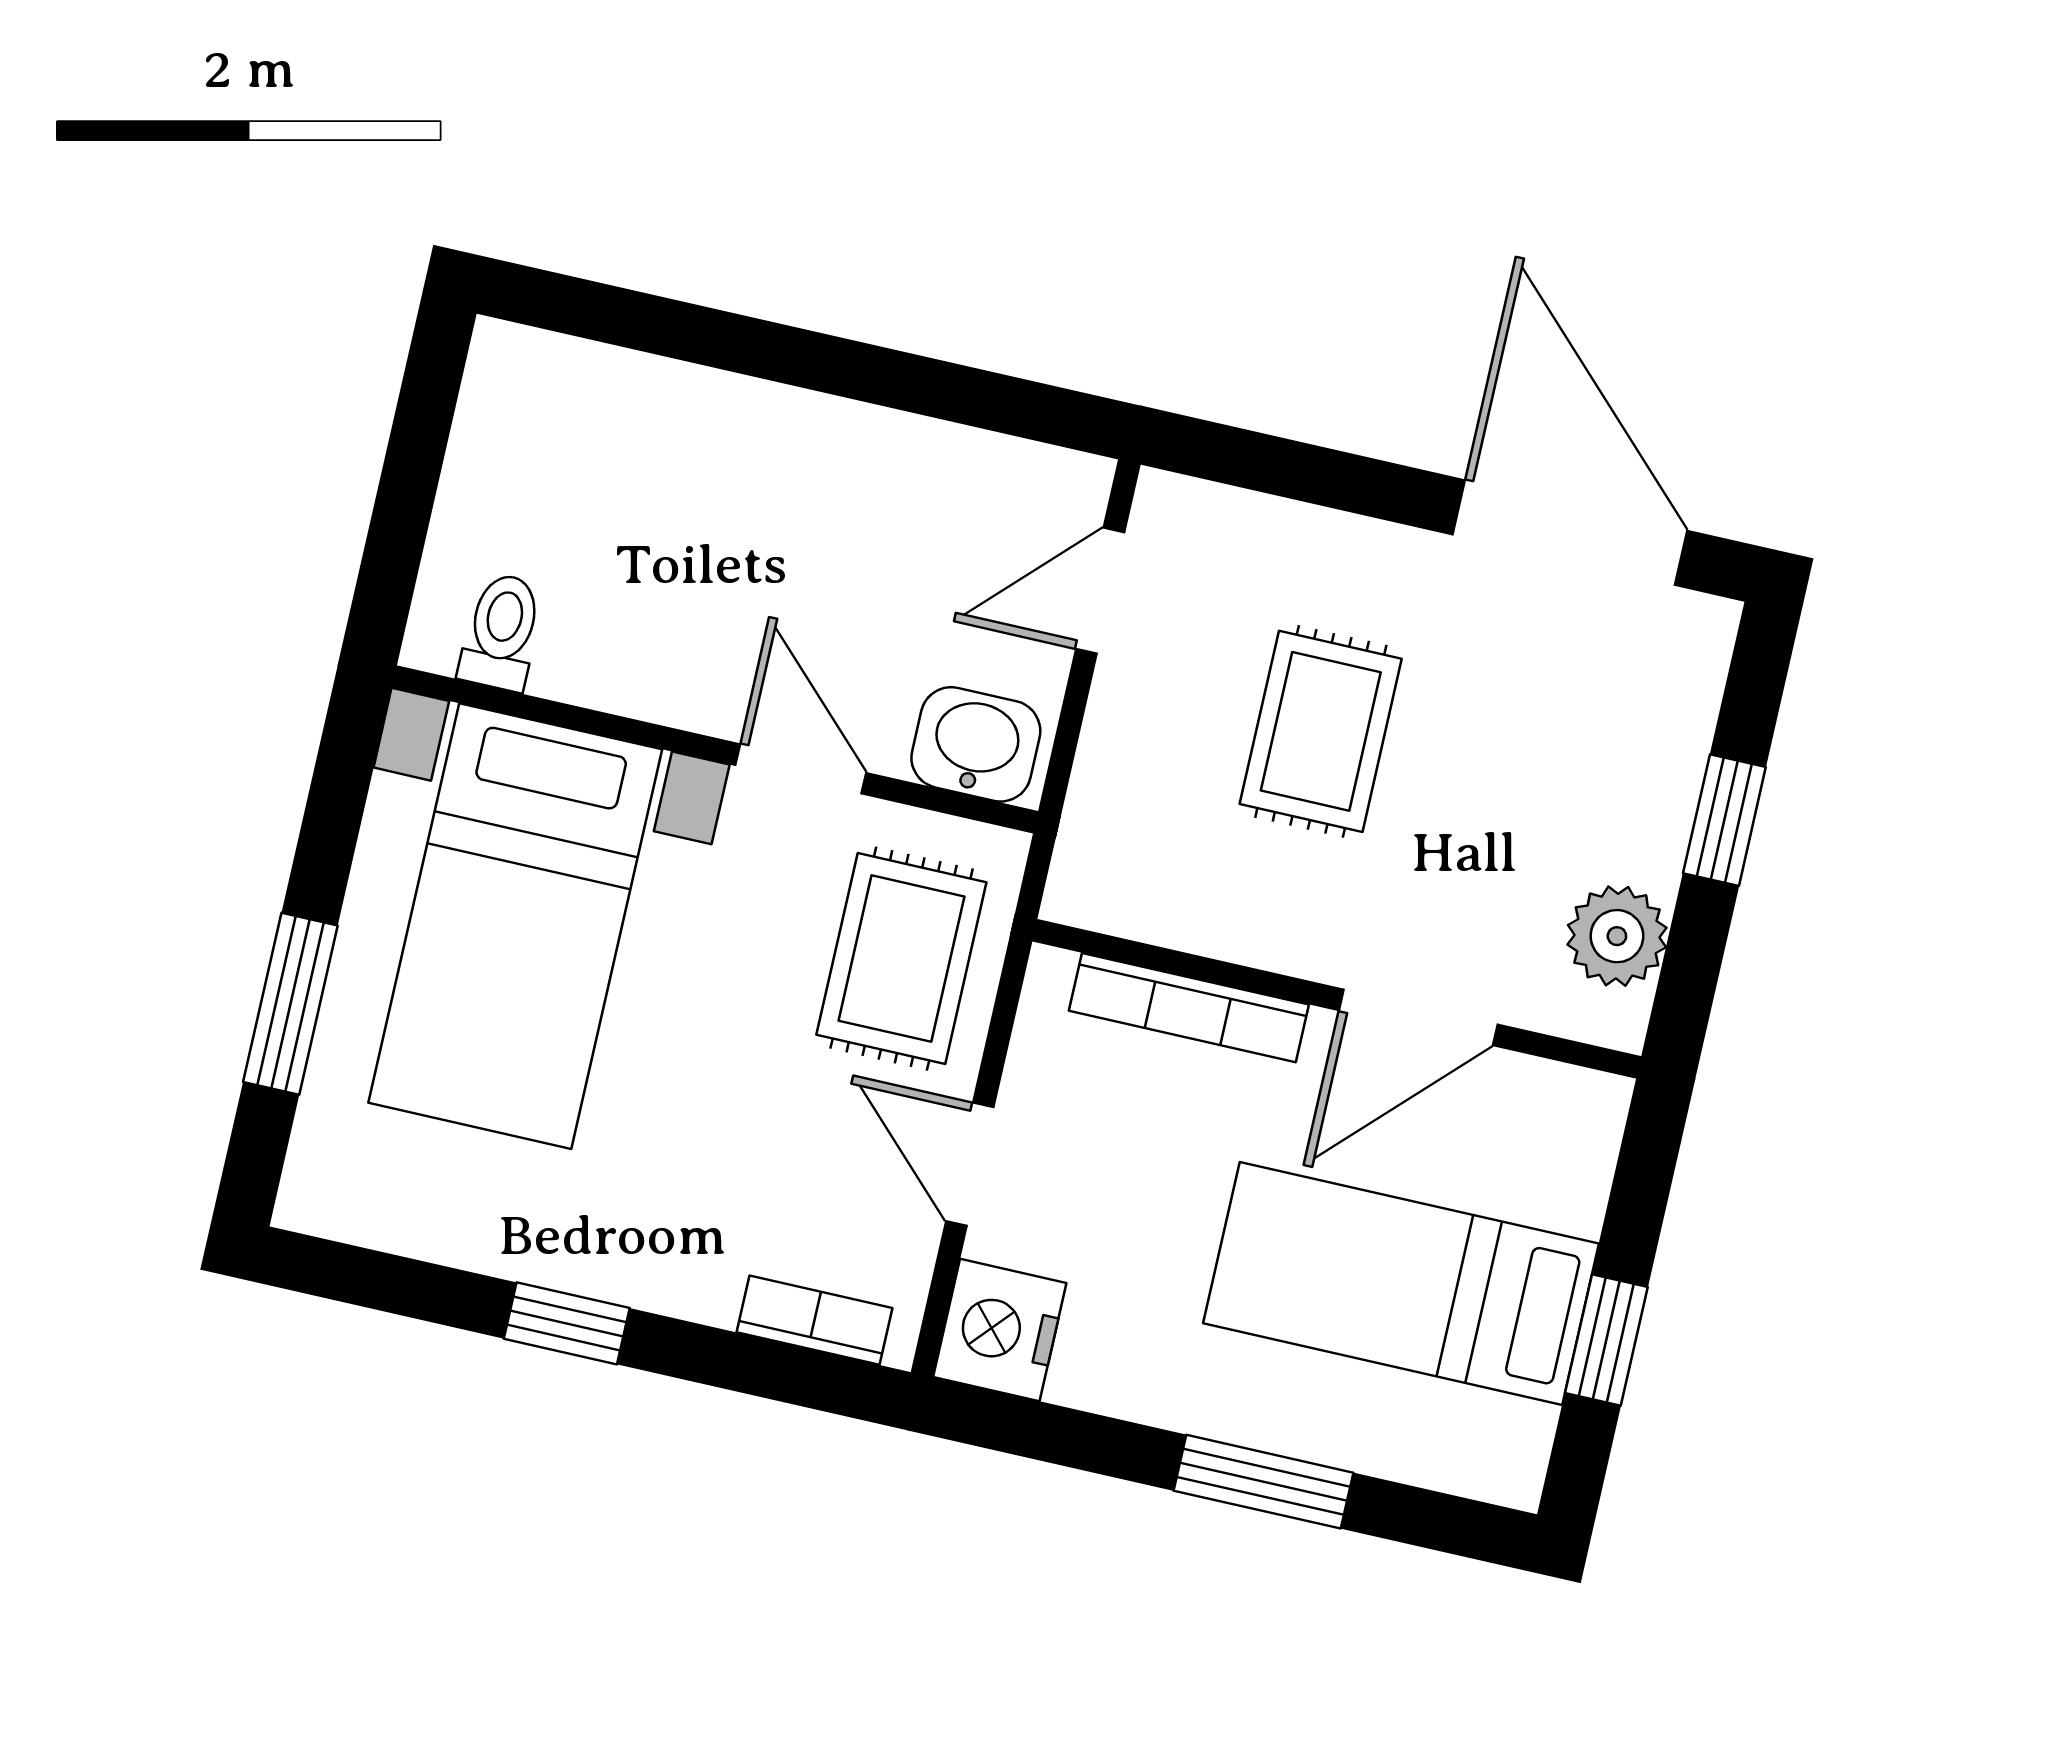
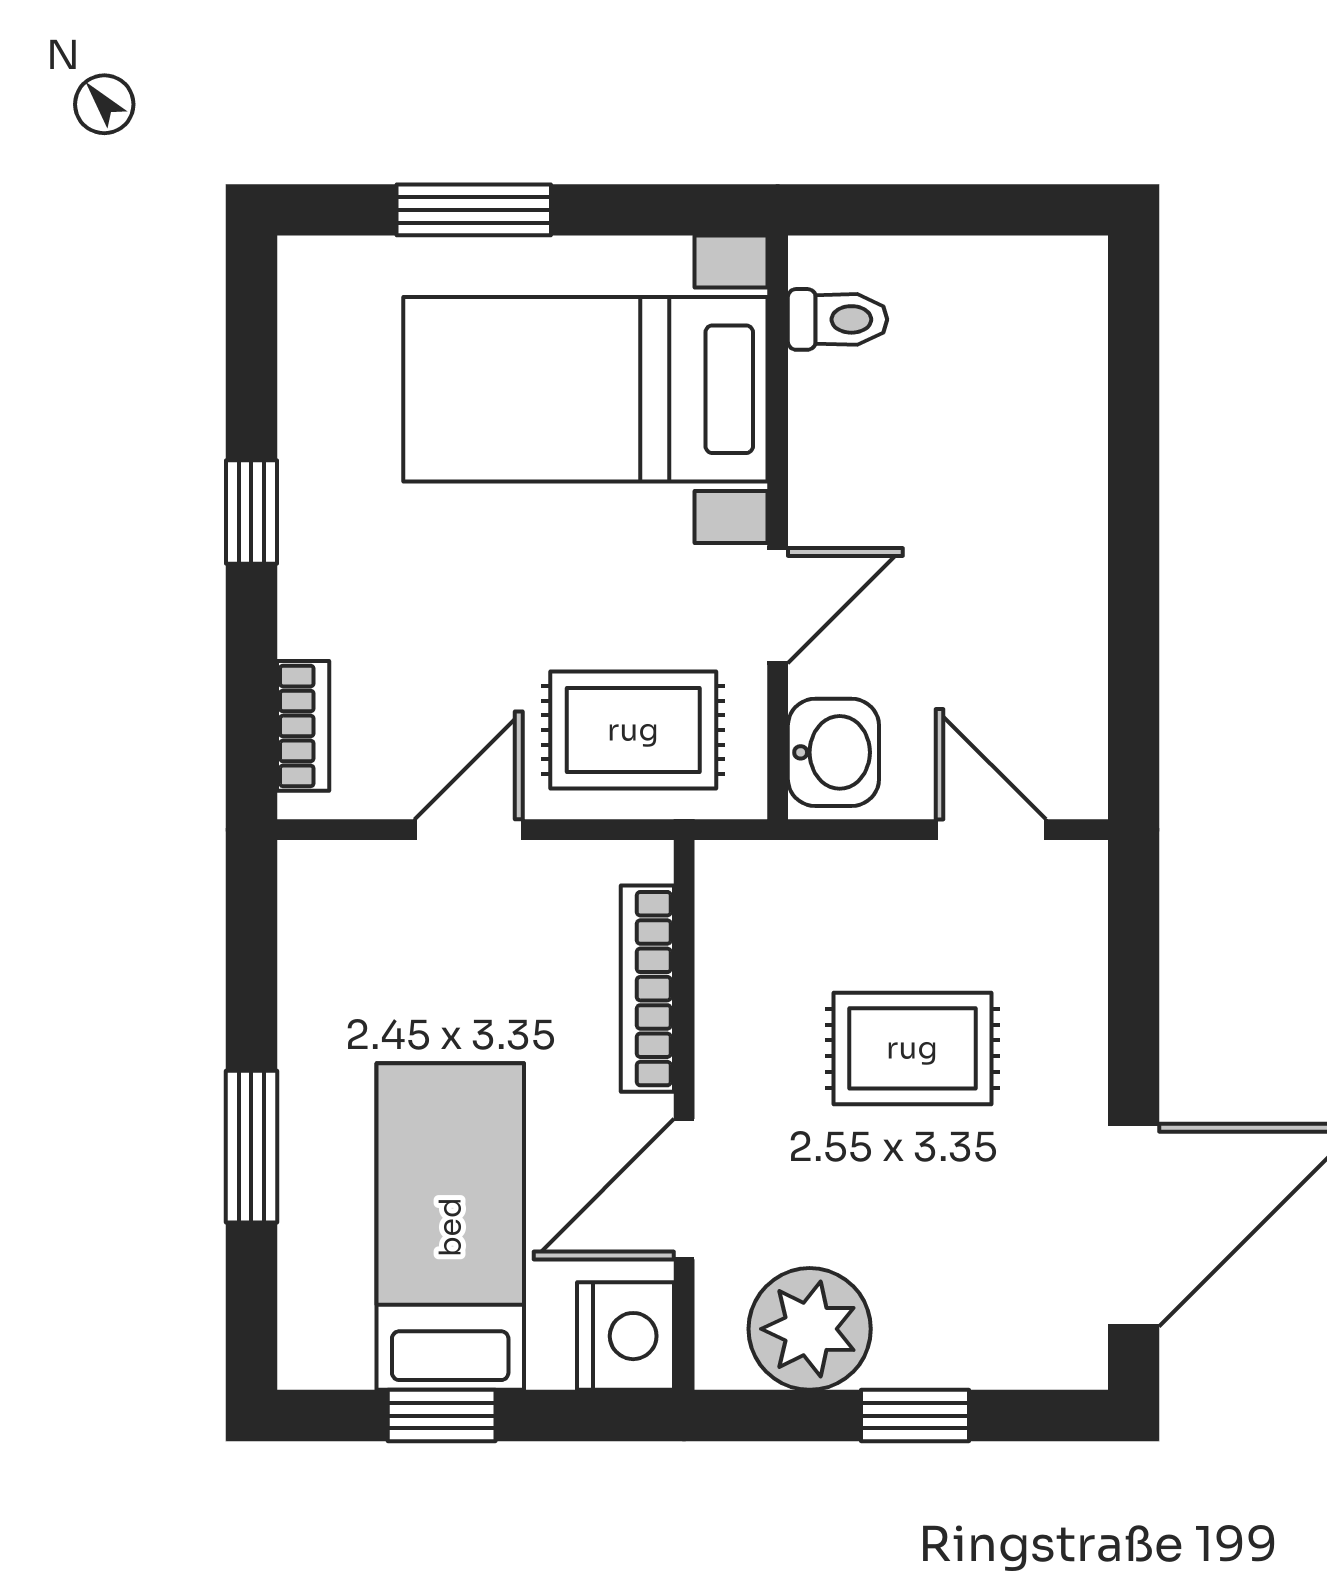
plant: (1617, 936) -> (810, 1329), width x1.36, depth x1.36
door: (1418, 1017) -> (684, 1189), hinge flipped
nightstand: (1000, 1330) -> (625, 1336), moved, turned 90

